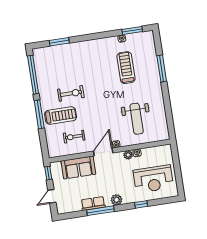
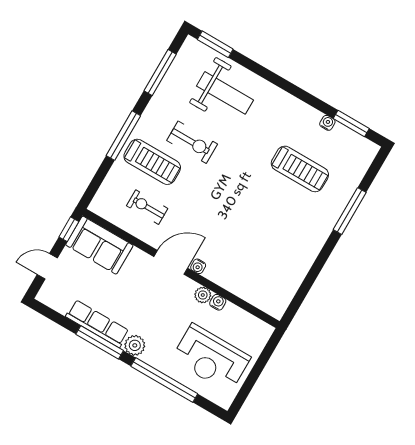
window: (59, 42) -> (215, 44), moved
treadmill: (126, 68) -> (300, 169), turned 90
window: (33, 75) -> (160, 72), width x0.68
weight bench: (137, 119) -> (225, 93), moved, turned -90
sofa: (78, 168) -> (99, 245), moved
row of seats: (93, 203) -> (97, 324), width x1.48
window: (141, 204) -> (164, 380), width x3.17

